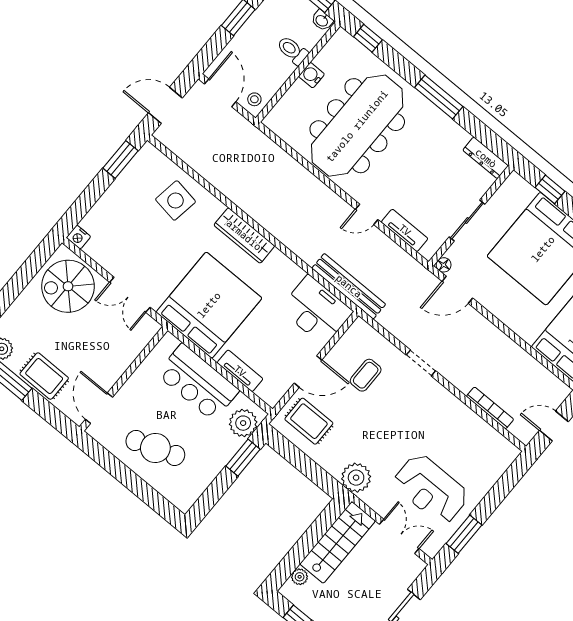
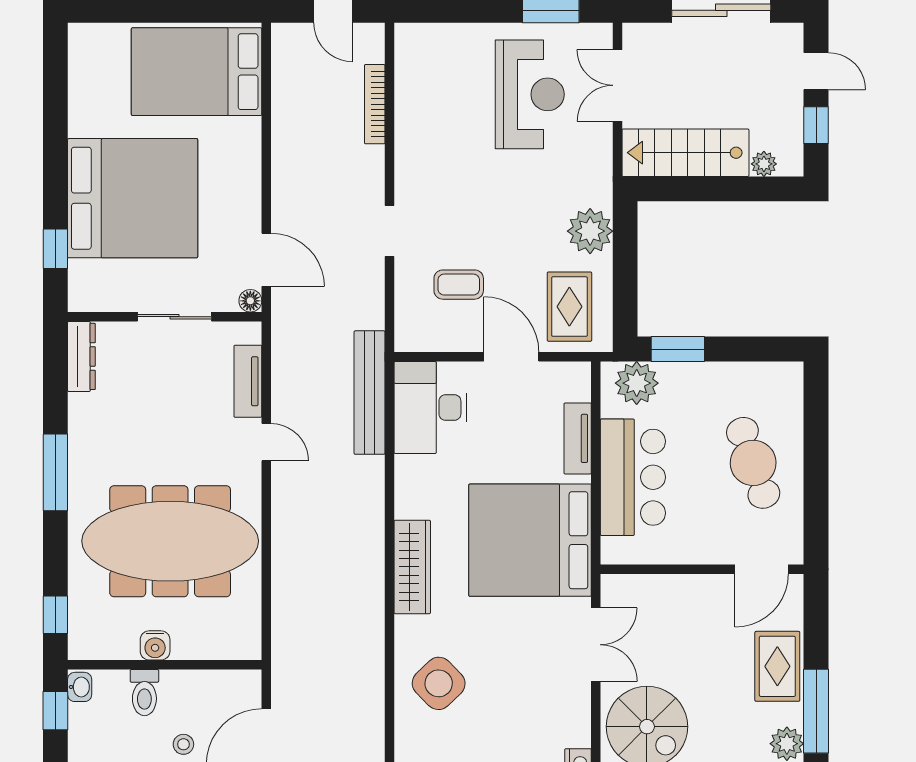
stool: (254, 99) -> (183, 744), moved
side table: (176, 201) -> (439, 683), turned 37
plant: (356, 478) -> (590, 231), moved

